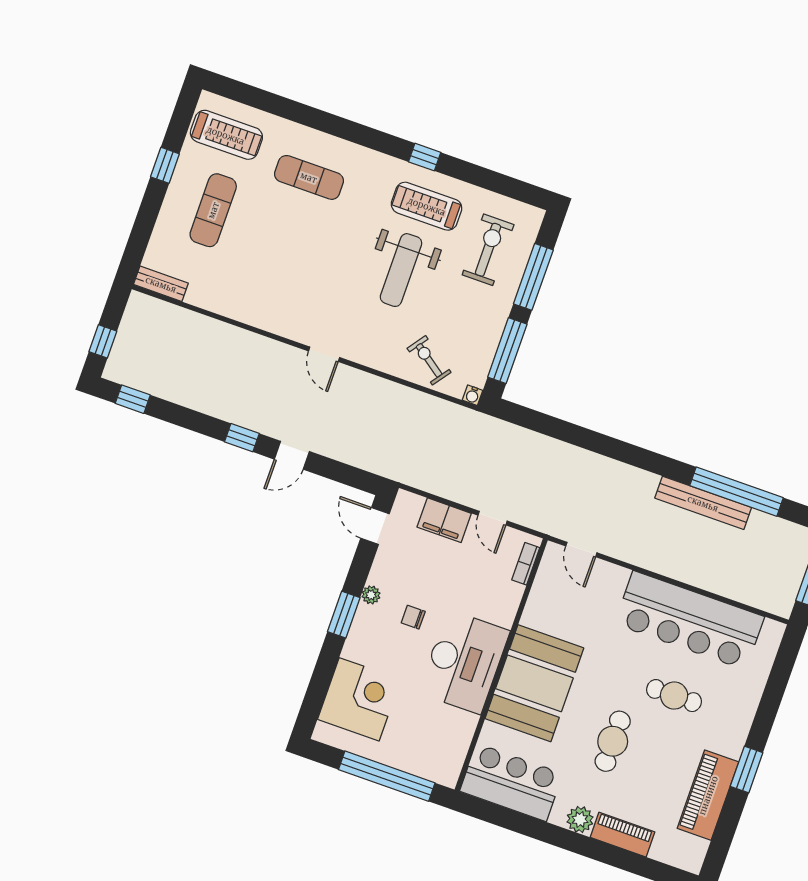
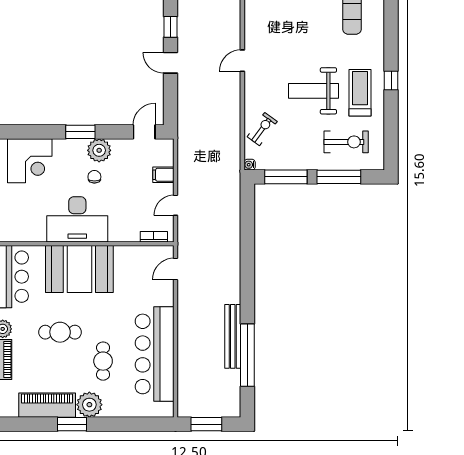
filing cabinet: (444, 520) -> (163, 175), width x0.50
plant: (371, 595) -> (99, 150), width x1.87, depth x1.87
plant: (728, 736) -> (89, 405), added

